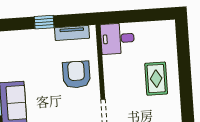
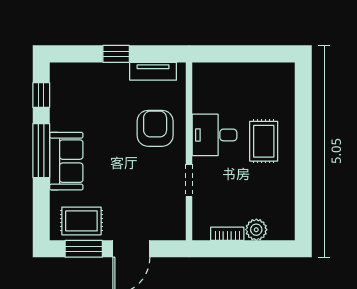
desk: (117, 39) -> (214, 135), moved

